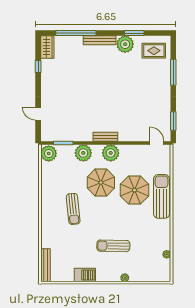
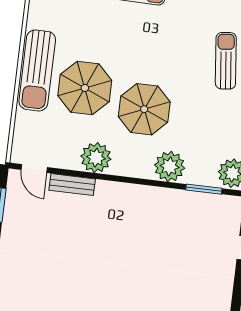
bench: (105, 137) -> (72, 185), moved
plant: (111, 153) -> (96, 158), moved
sun lounger: (73, 209) -> (226, 61), moved

